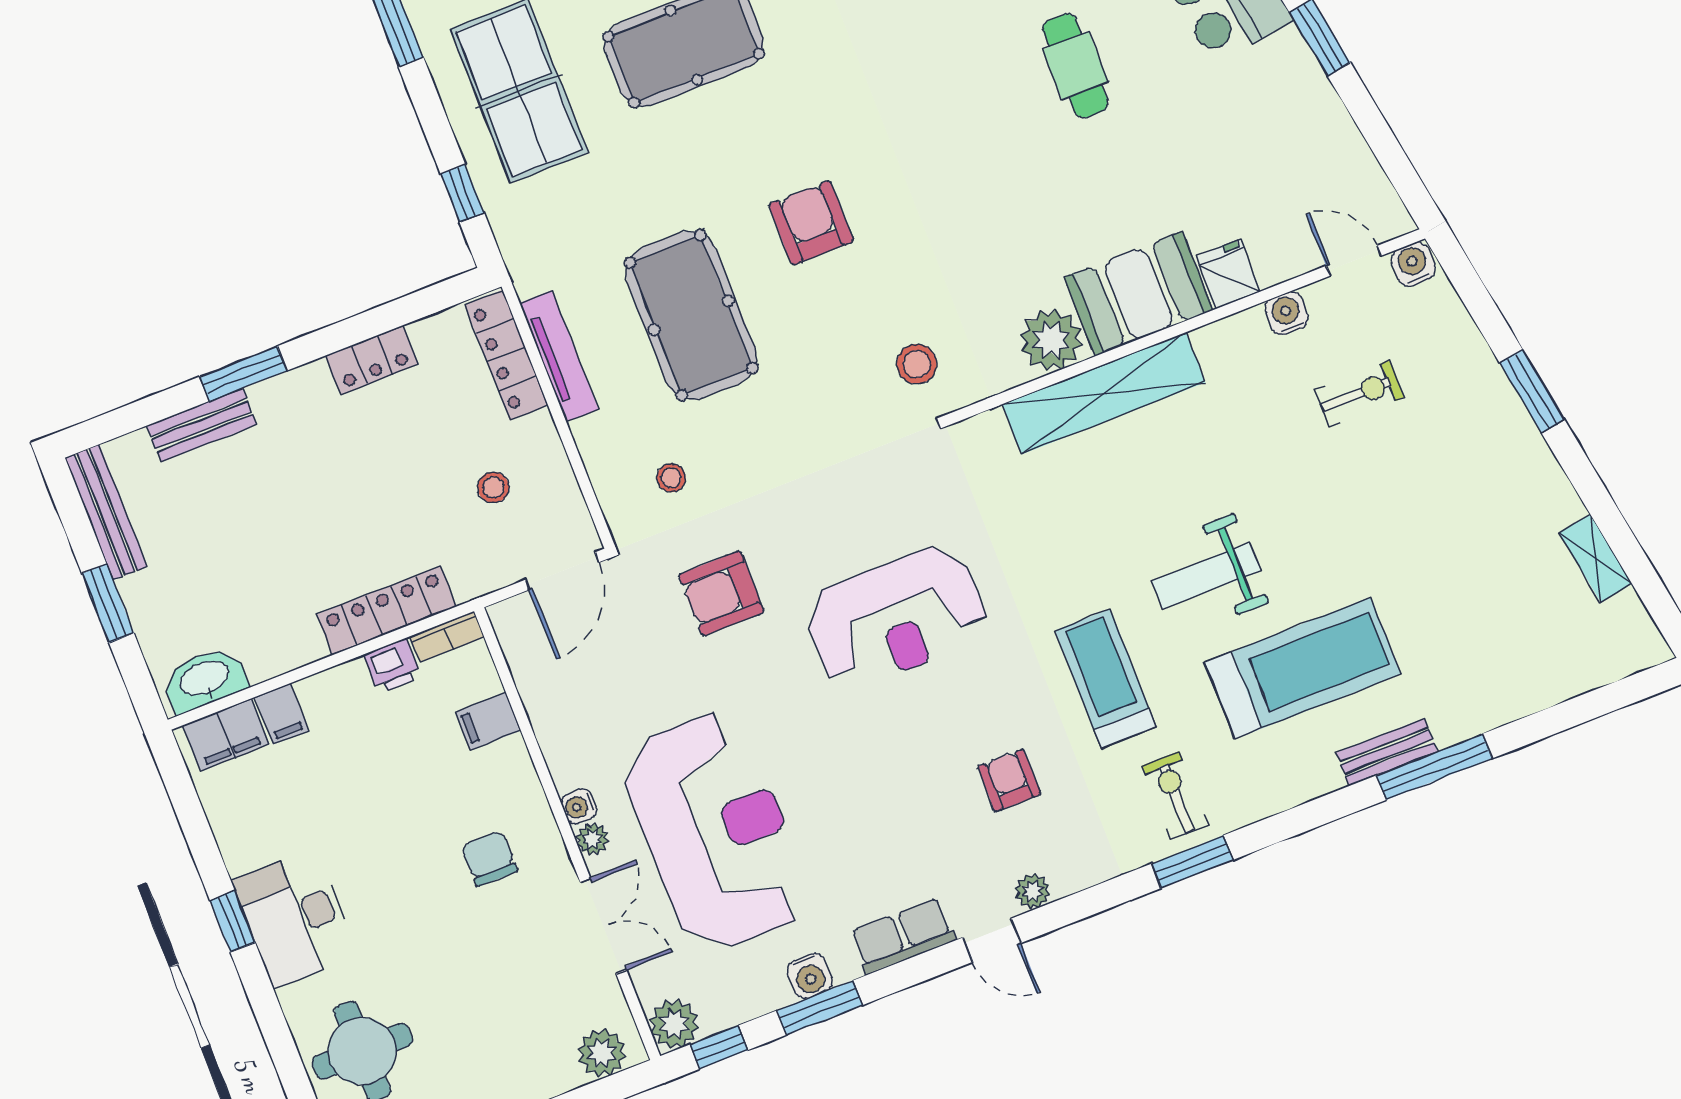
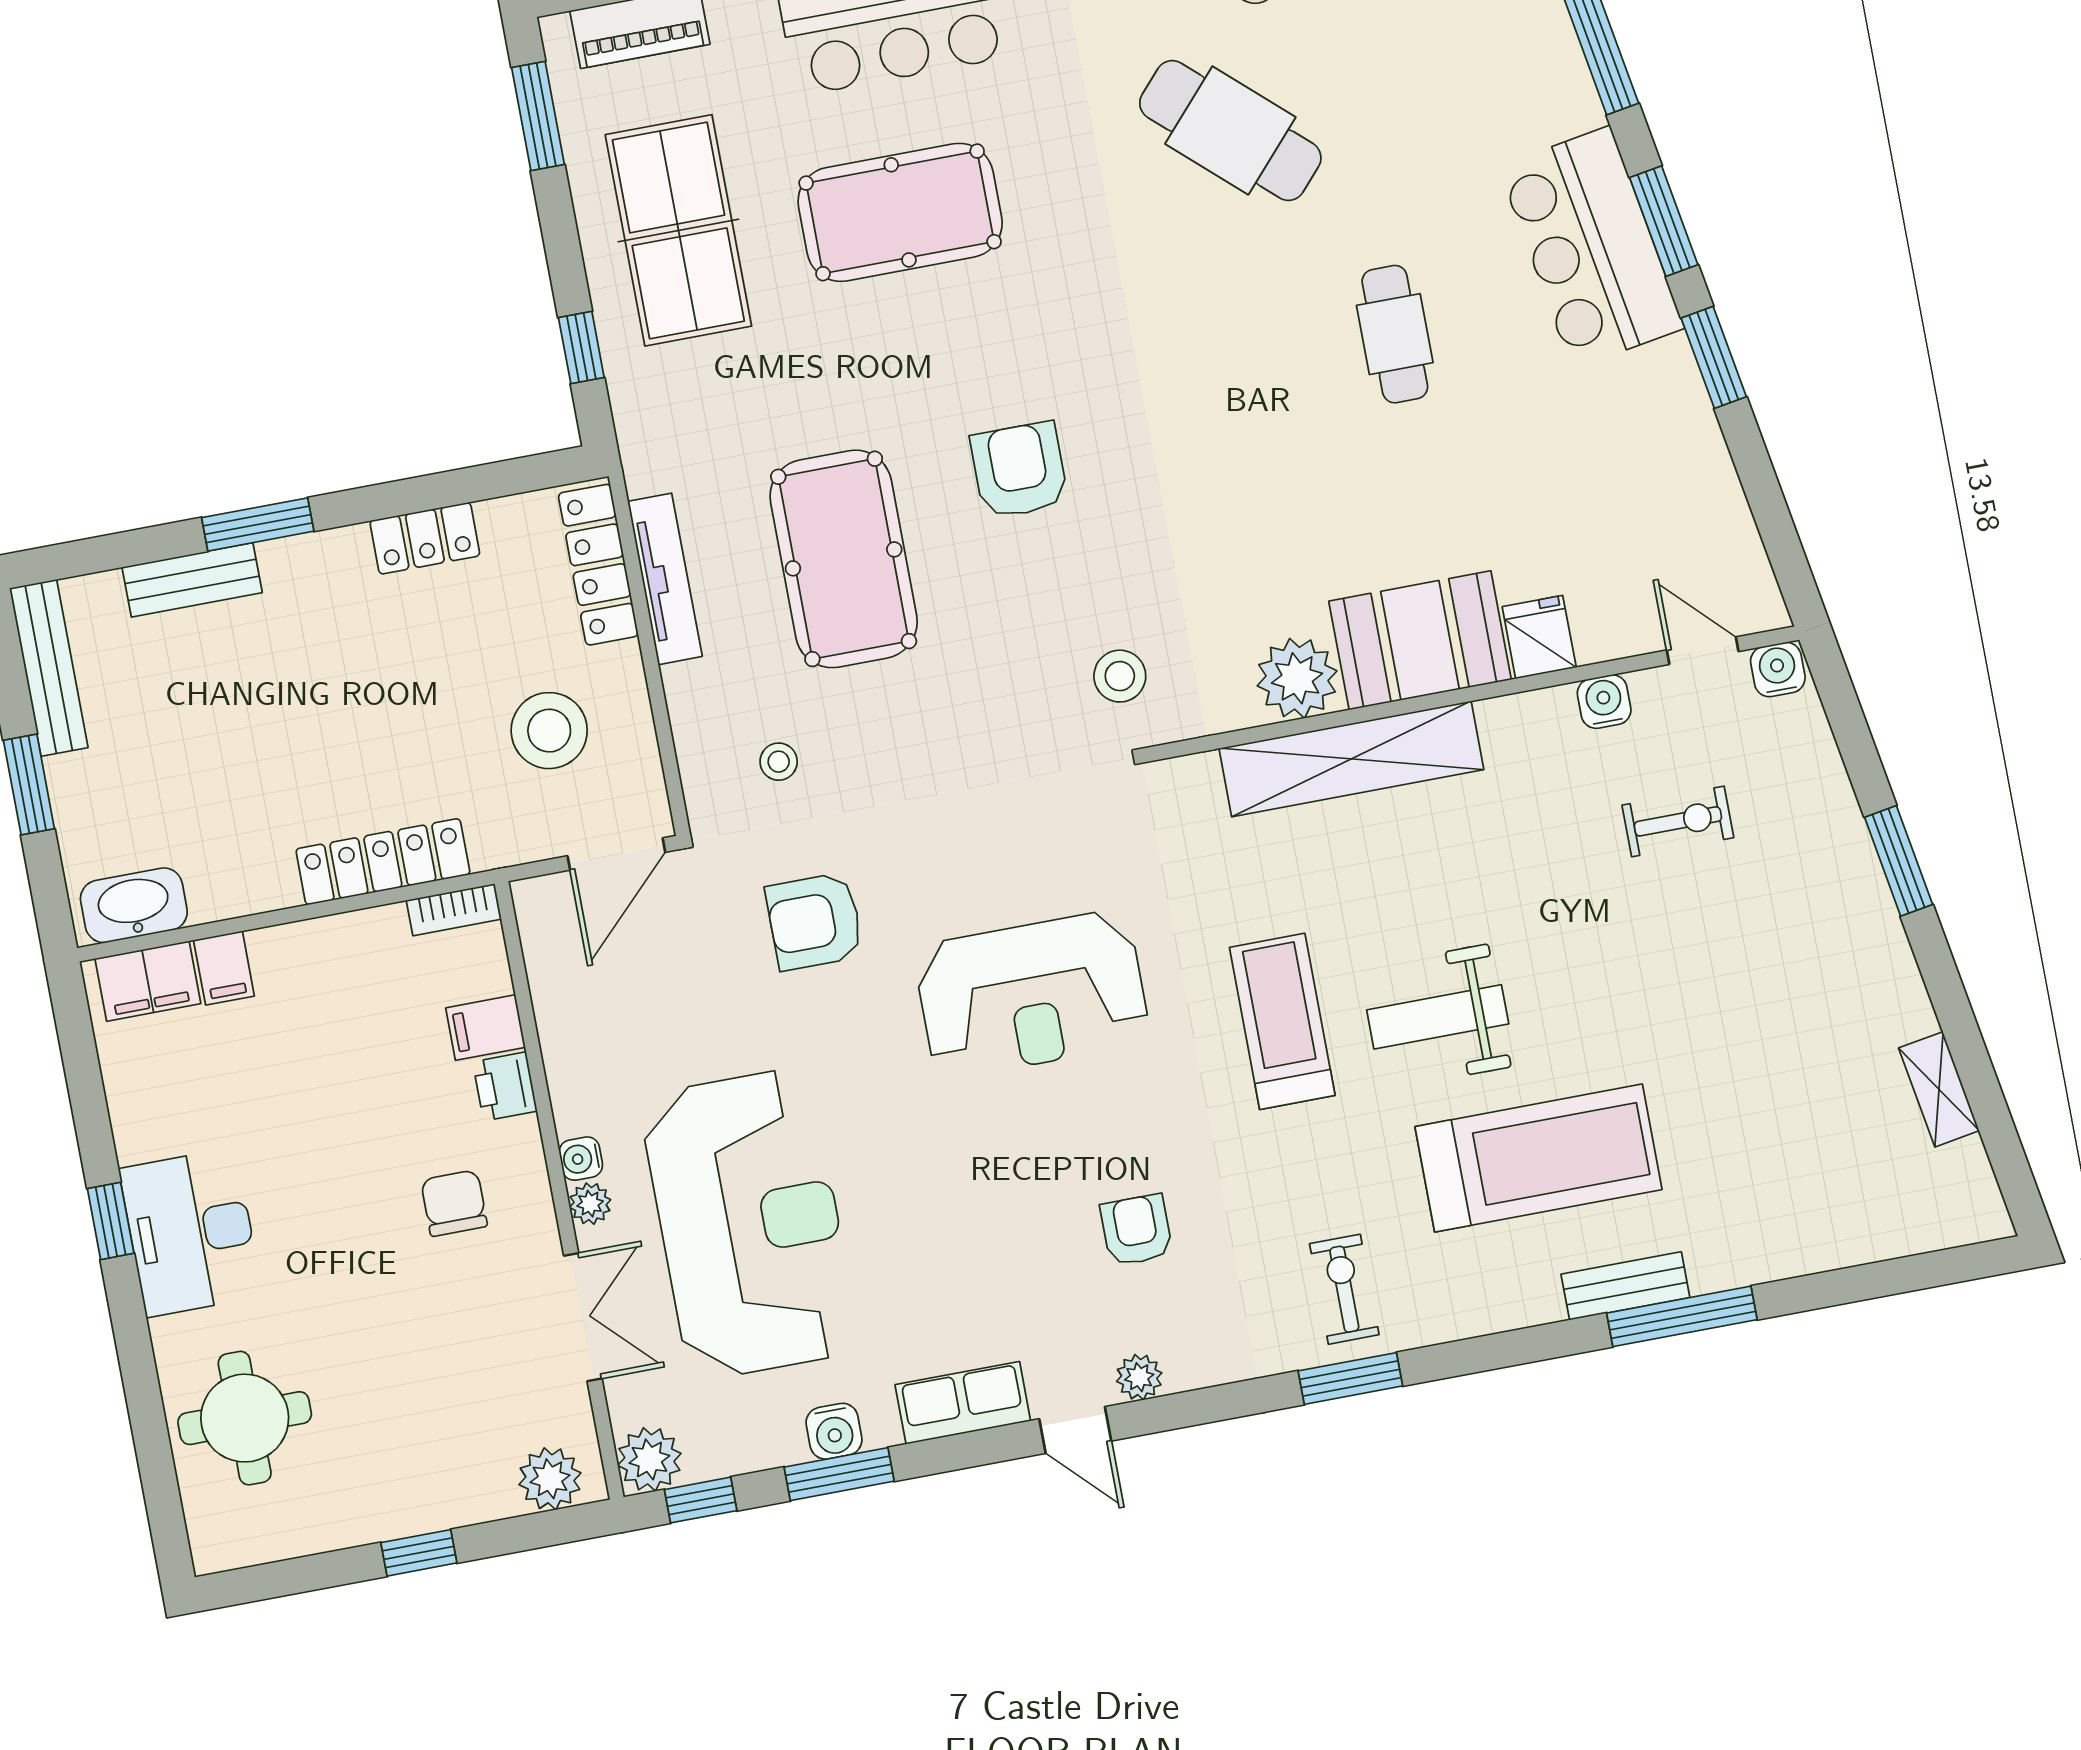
stool: (493, 487) -> (549, 731), width x1.89, depth x1.89
printer: (392, 666) -> (505, 1086), moved, turned 90
treadmill: (1106, 679) -> (1282, 1021), moved

